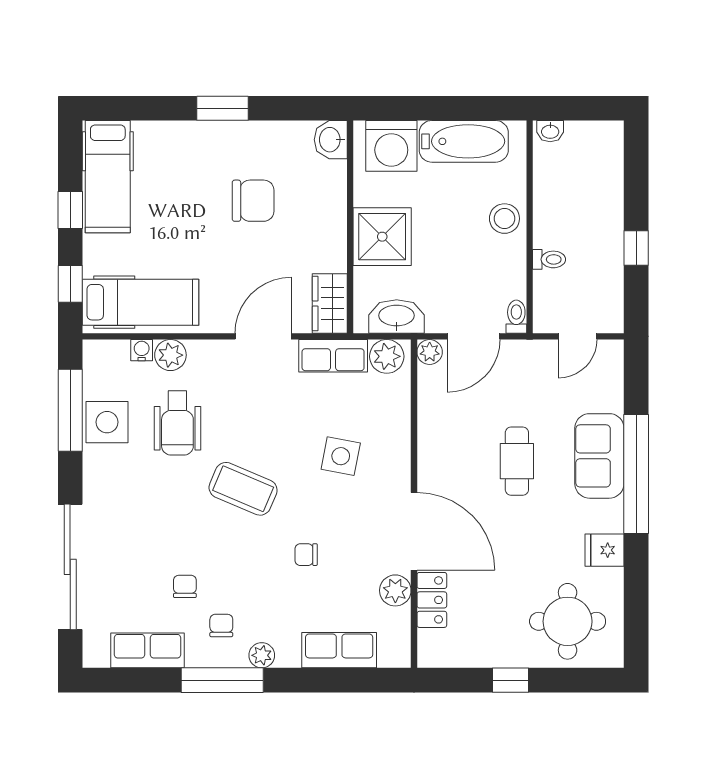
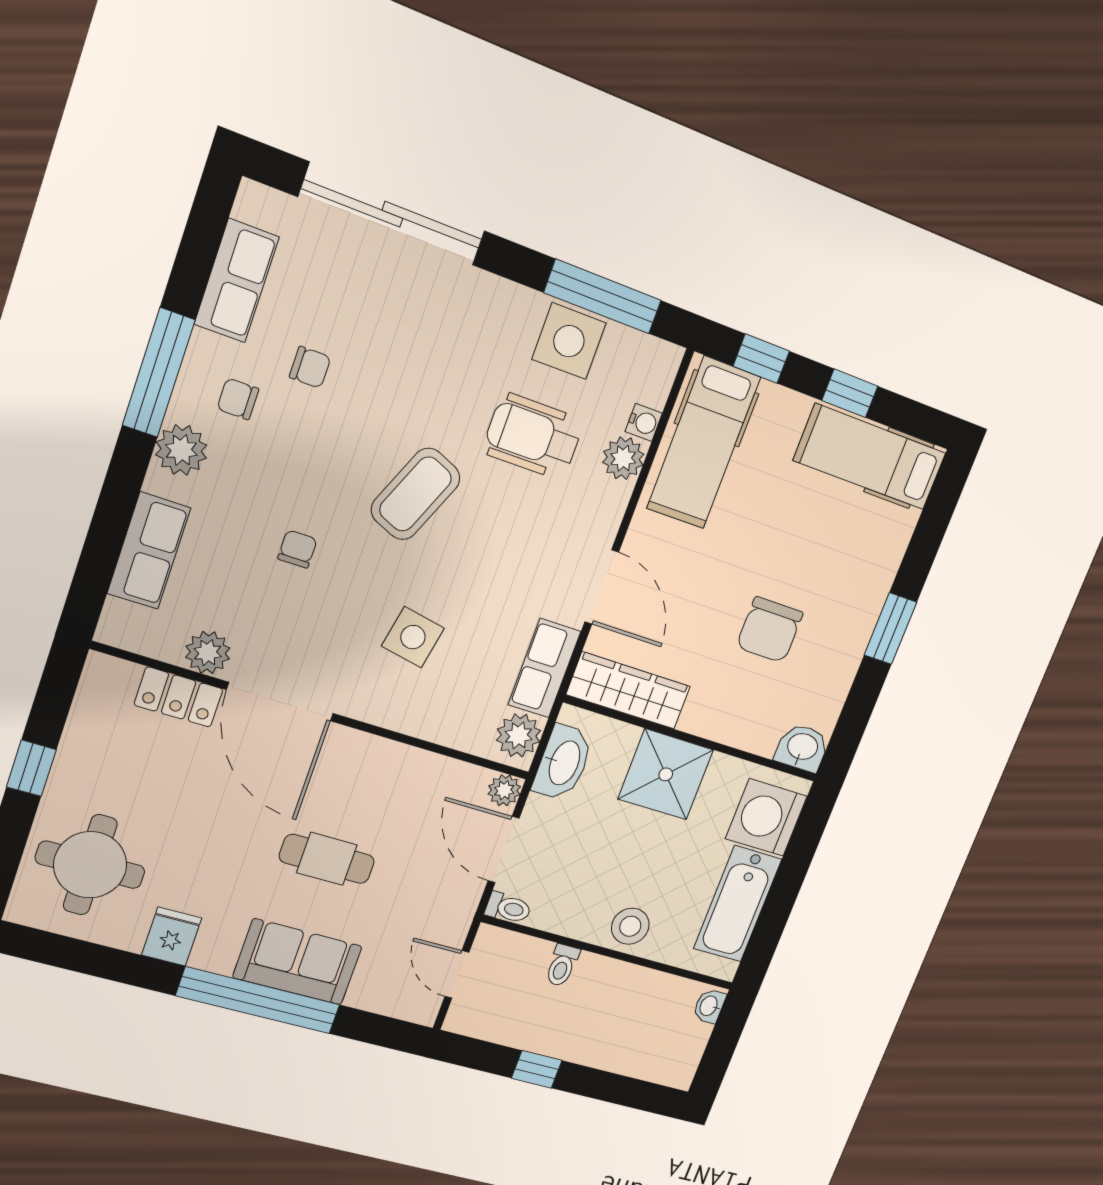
wardrobe: (330, 303) -> (628, 691), width x1.50
door: (414, 531) -> (280, 702), hinge flipped
chair: (221, 625) -> (238, 399), turned 180
plant: (262, 655) -> (181, 450), width x1.38, depth x1.38

